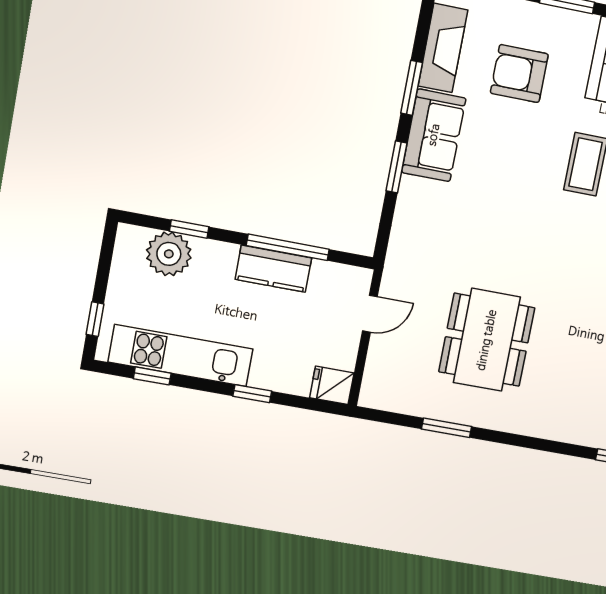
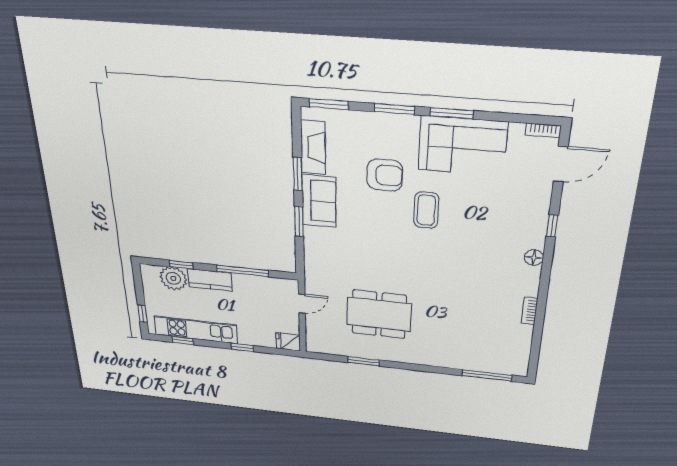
armchair: (519, 74) -> (385, 175), moved, turned 180
kitchen counter: (273, 269) -> (210, 280), moved
dining table: (487, 340) -> (379, 314), turned 90

